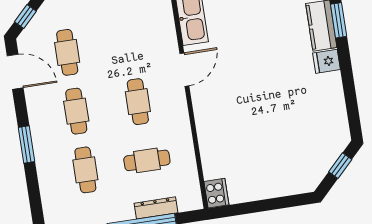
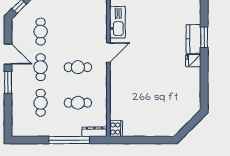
door: (15, 72) -> (8, 54), moved
cafe table: (138, 102) -> (78, 67), turned 90
window: (340, 166) -> (192, 124), removed
dresser: (156, 208) -> (95, 132), moved

